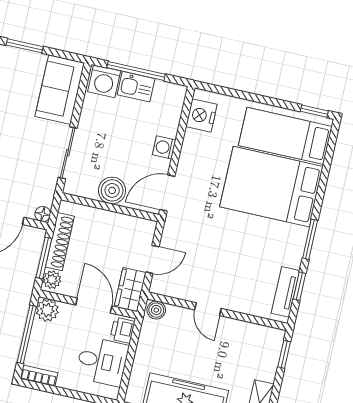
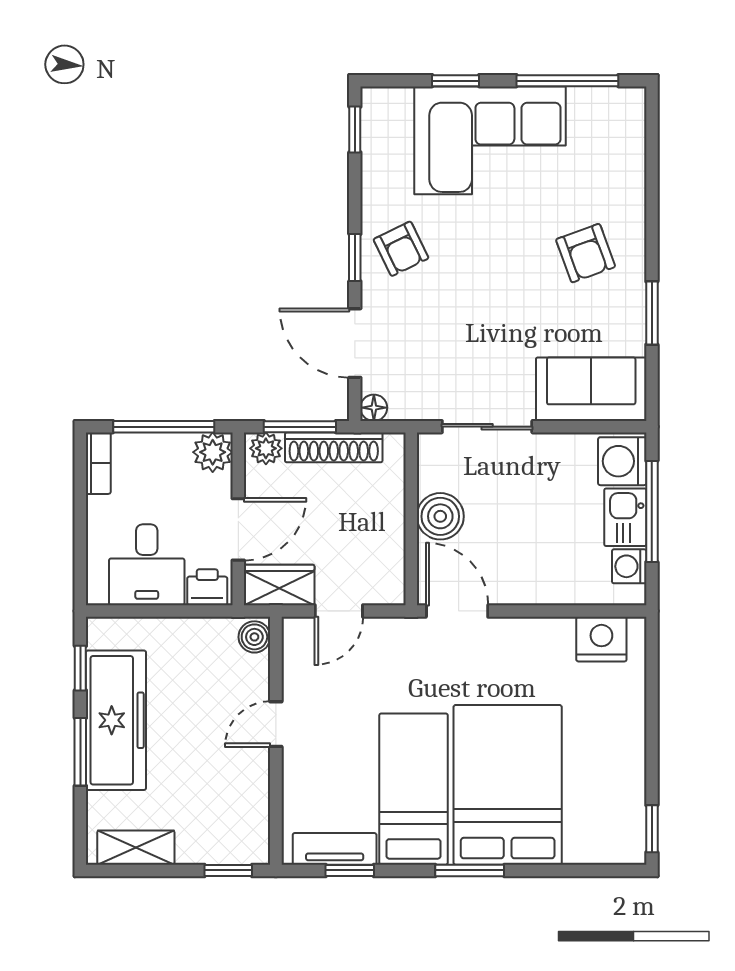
bed: (285, 136) -> (414, 789), moved
washing machine: (164, 147) -> (629, 566), moved, turned -90
window: (310, 239) -> (470, 870), moved
door: (152, 259) -> (339, 611), hinge flipped

